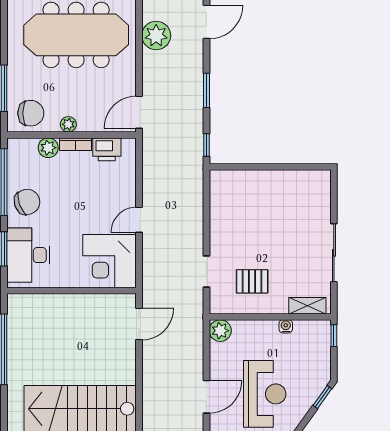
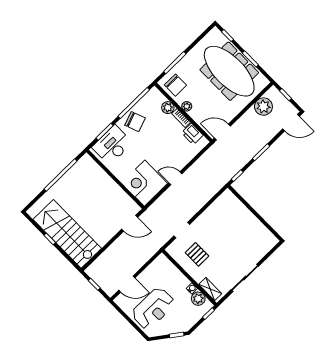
plant: (220, 331) -> (198, 299), moved

